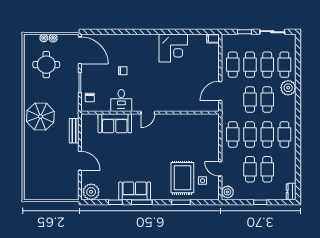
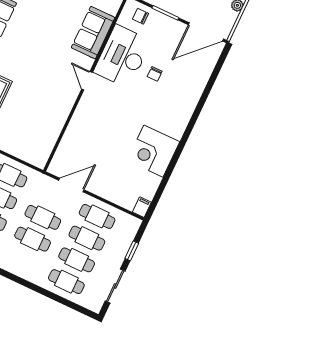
plant: (288, 88) -> (35, 273), removed
door: (220, 91) -> (71, 185), hinge flipped
desk: (121, 100) -> (122, 56), width x1.87, depth x1.30

